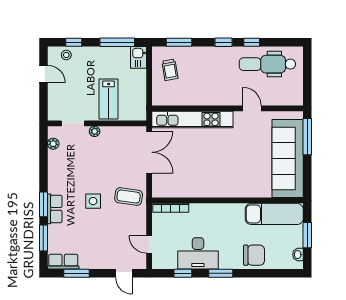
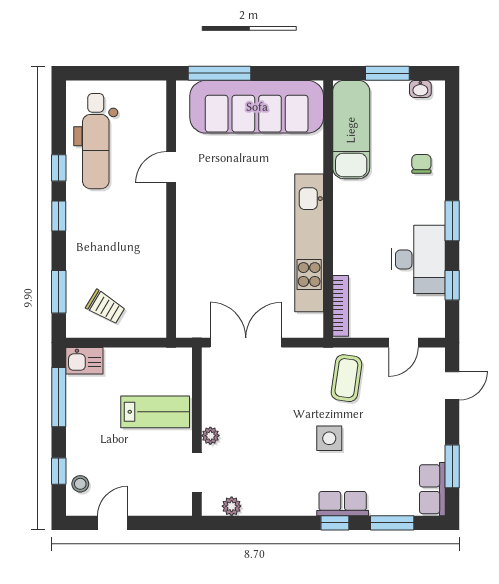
trolley: (170, 70) -> (106, 307), turned 41
kitchen unit: (192, 119) -> (309, 243), moved, turned 180
coffee table: (129, 197) -> (346, 378), moved
window: (43, 204) -> (335, 523), width x0.67
chair: (254, 255) -> (421, 164), width x0.54, depth x0.54

